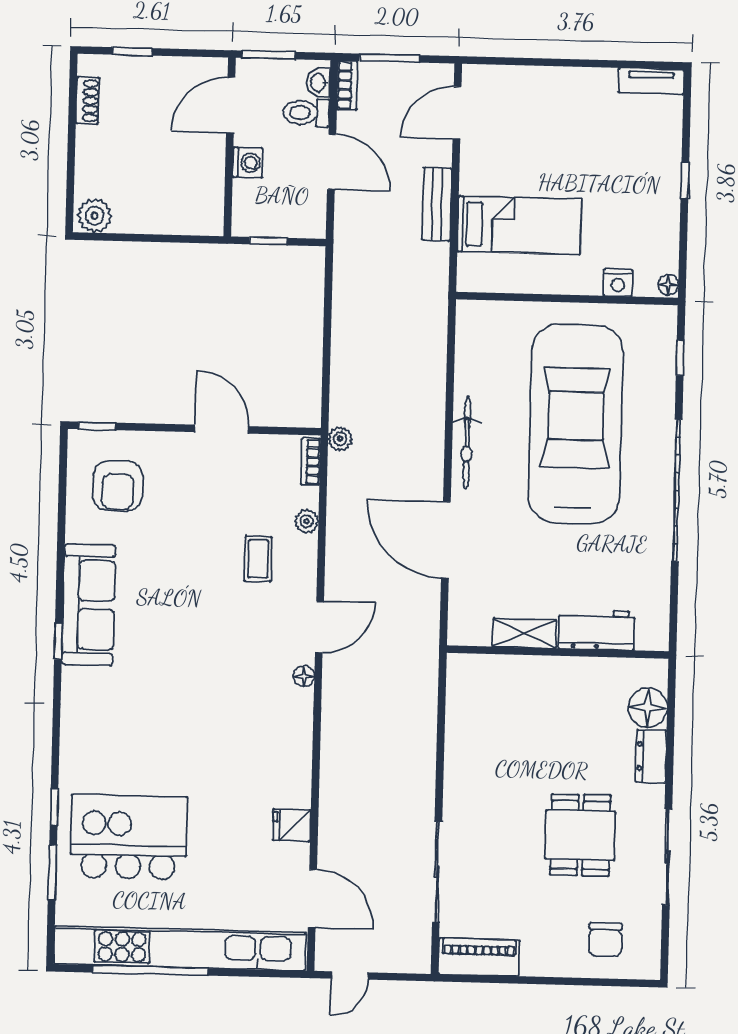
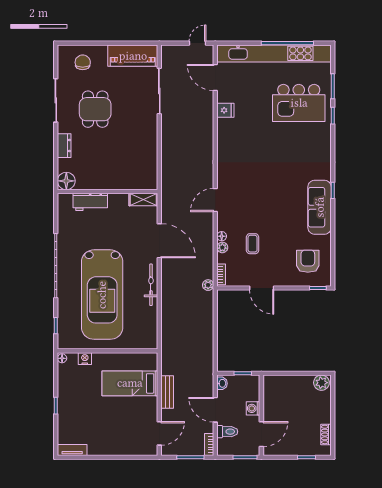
washbasin: (319, 83) -> (222, 383), moved
coffee table: (258, 559) -> (253, 244), moved
shelving: (524, 633) -> (143, 200), moved
floor lamp: (304, 676) -> (222, 236), moved
floor lamp: (648, 708) -> (66, 181), moved
piano: (479, 957) -> (133, 56), width x1.37, depth x1.33

